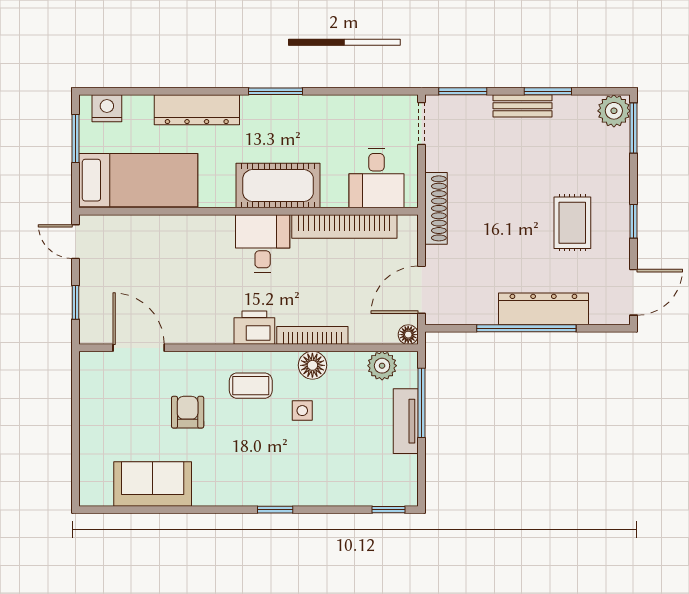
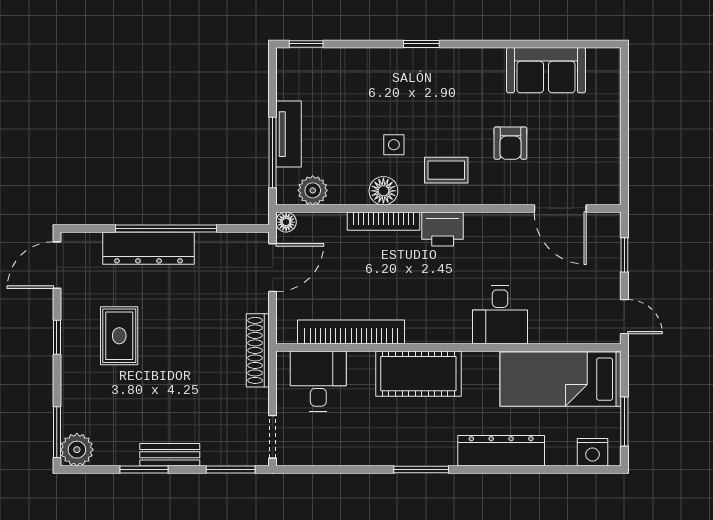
desk: (263, 244) -> (500, 315), moved

